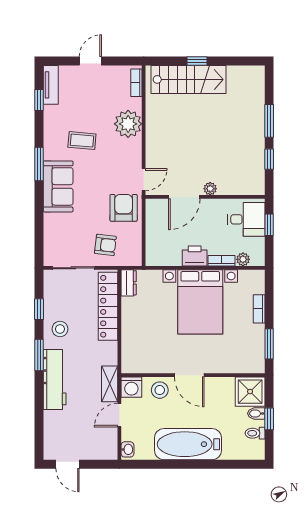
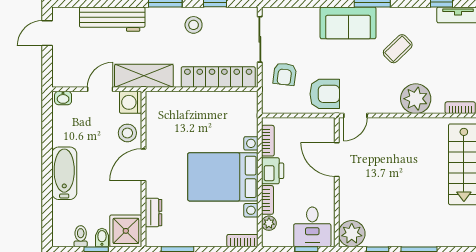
coffee table: (82, 141) -> (398, 49), turned 41
door: (144, 180) -> (355, 116), hinge flipped
plant: (210, 189) -> (352, 234), moved, width x1.87, depth x1.87
bookcase: (167, 260) -> (268, 141), added
dresser: (129, 283) -> (154, 213), moved, turned -90
bookcase: (259, 309) -> (242, 241), moved
workbench: (55, 380) -> (112, 19), moved
shelving: (110, 384) -> (144, 76), width x1.50, depth x1.33
door: (119, 415) -> (100, 89), hinge flipped
bathtub: (188, 444) -> (64, 173), width x0.73, depth x0.73

